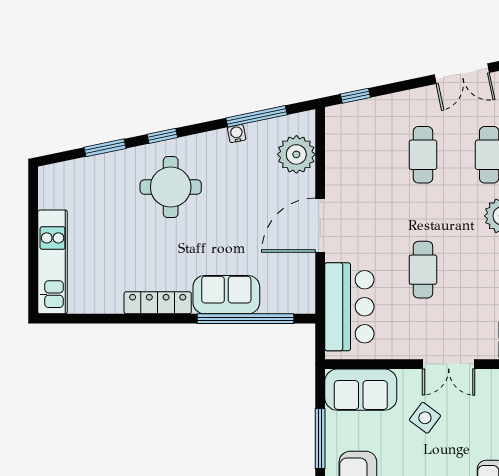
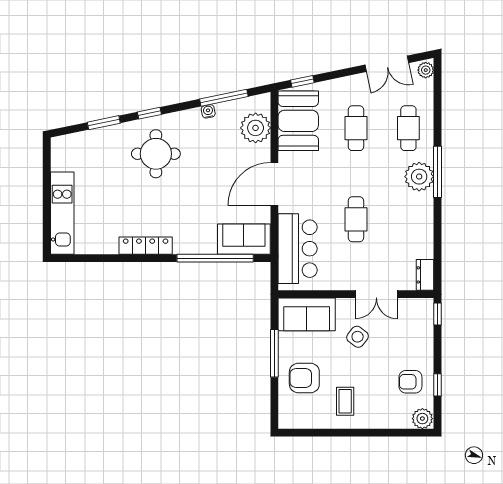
booth: (350, 146) -> (298, 121), added
sofa: (226, 295) -> (244, 239), moved

